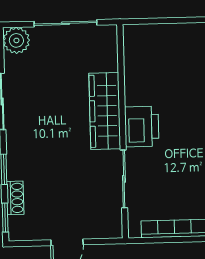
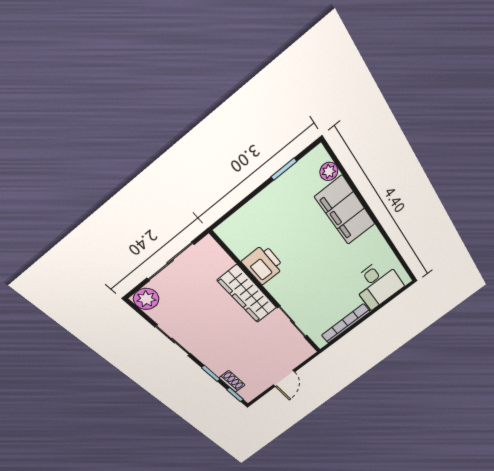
printer: (142, 127) -> (263, 265), moved

